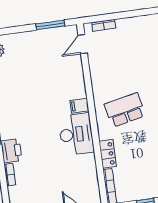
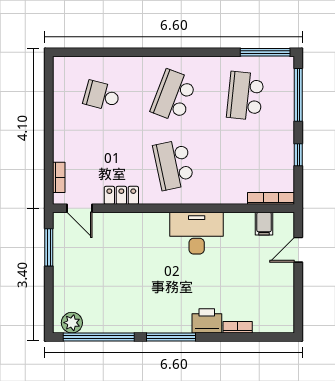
filing cabinet: (79, 106) -> (264, 224), moved
locker: (108, 154) -> (121, 195), moved

